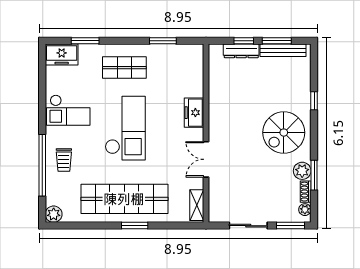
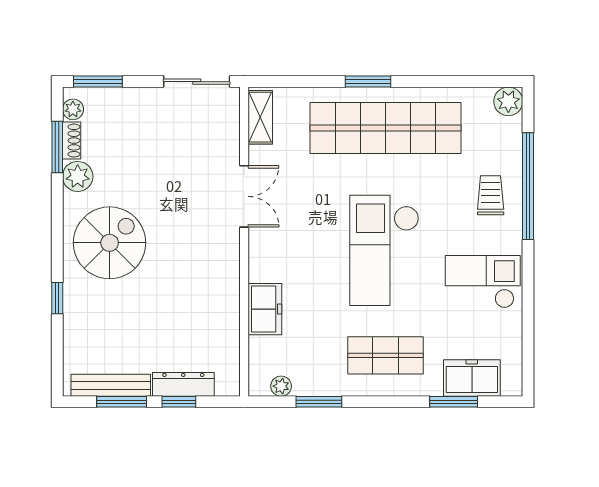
plant: (185, 50) -> (281, 386), added
freezer: (62, 54) -> (472, 378), moved
freezer: (194, 113) -> (265, 309), moved
window: (314, 175) -> (57, 147), moved
sliding door: (248, 226) -> (197, 82), moved

